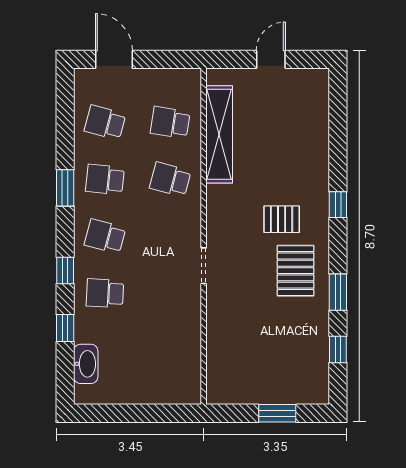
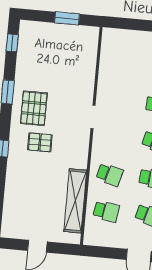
window: (338, 349) -> (12, 43), moved
window: (277, 413) -> (67, 18), moved

